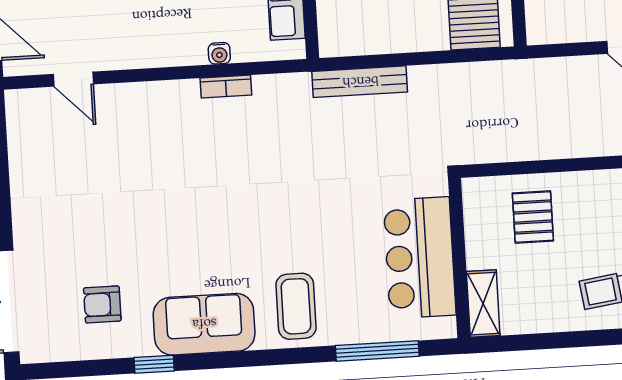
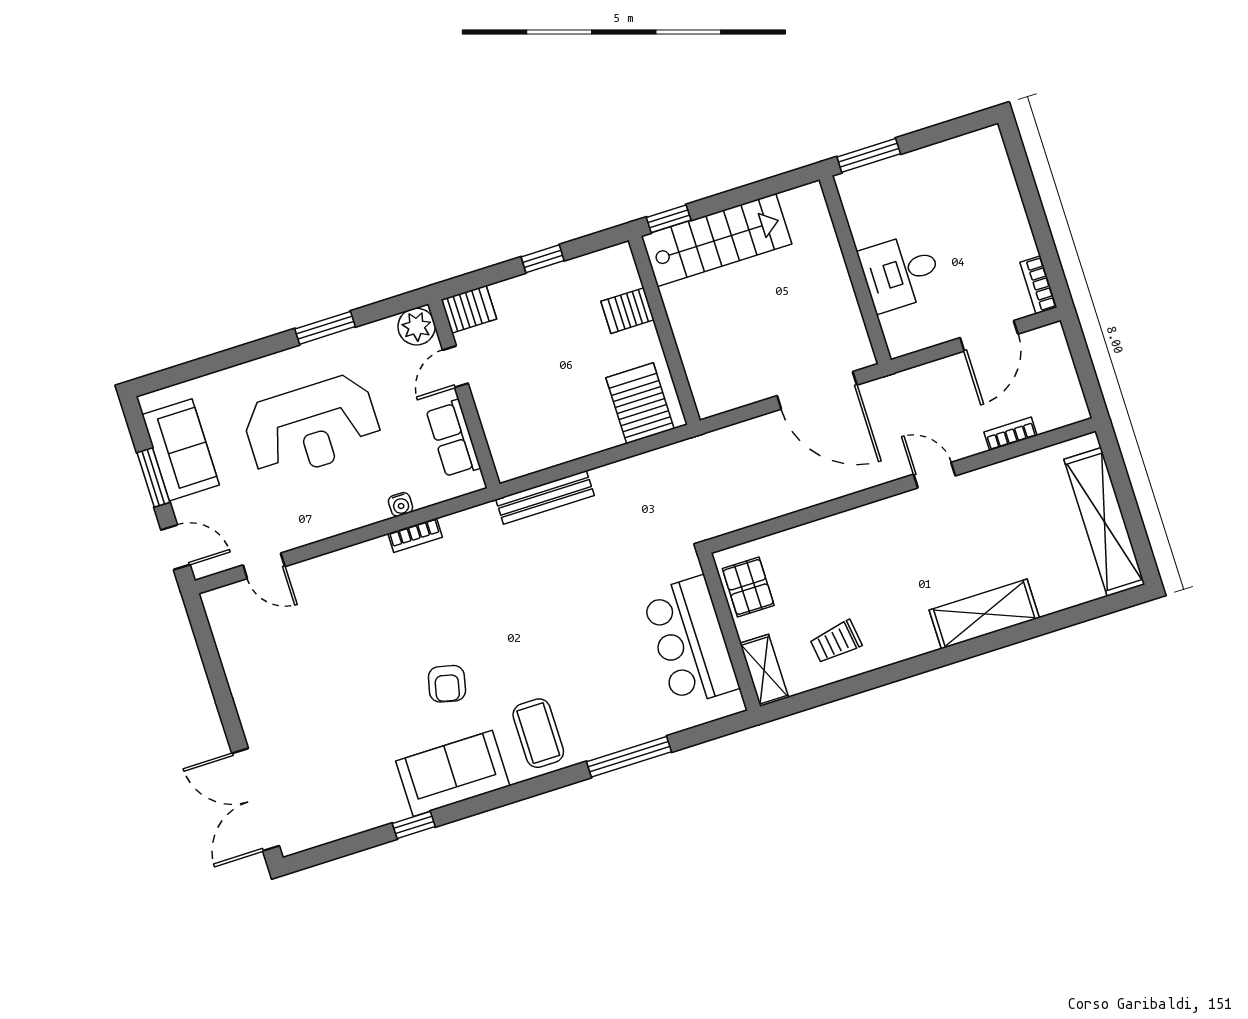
bar counter: (420, 258) -> (691, 641), moved
wall: (459, 258) -> (729, 632), moved
armchair: (102, 304) -> (447, 684), moved, turned -77
shelving: (483, 304) -> (764, 670), moved

